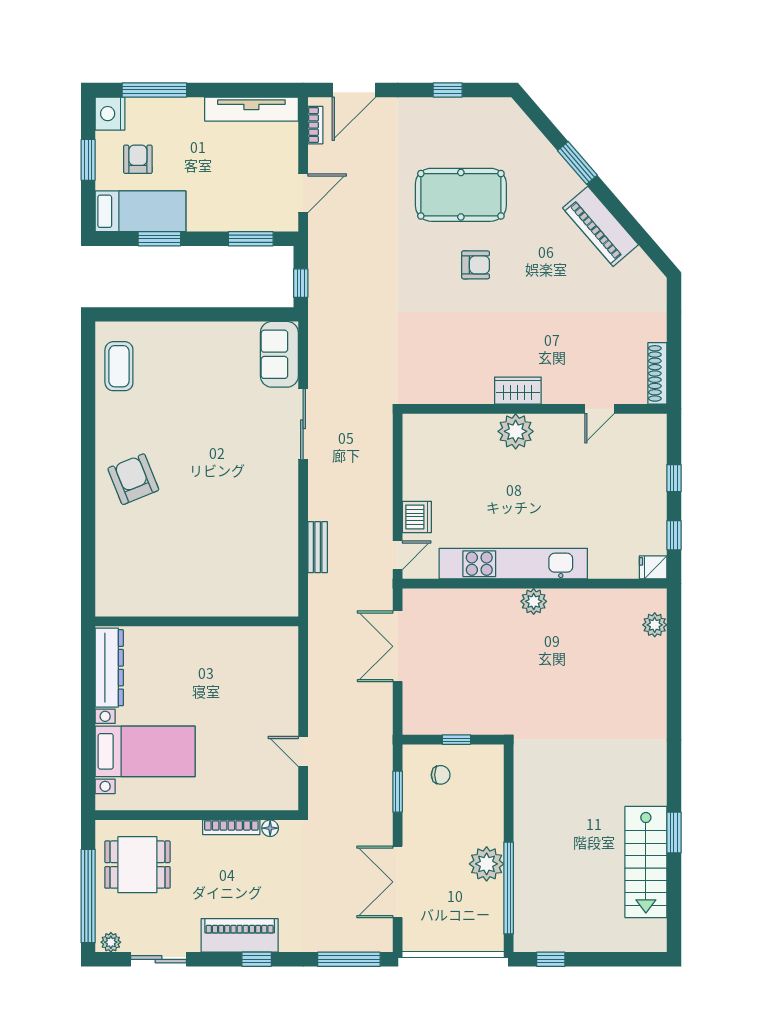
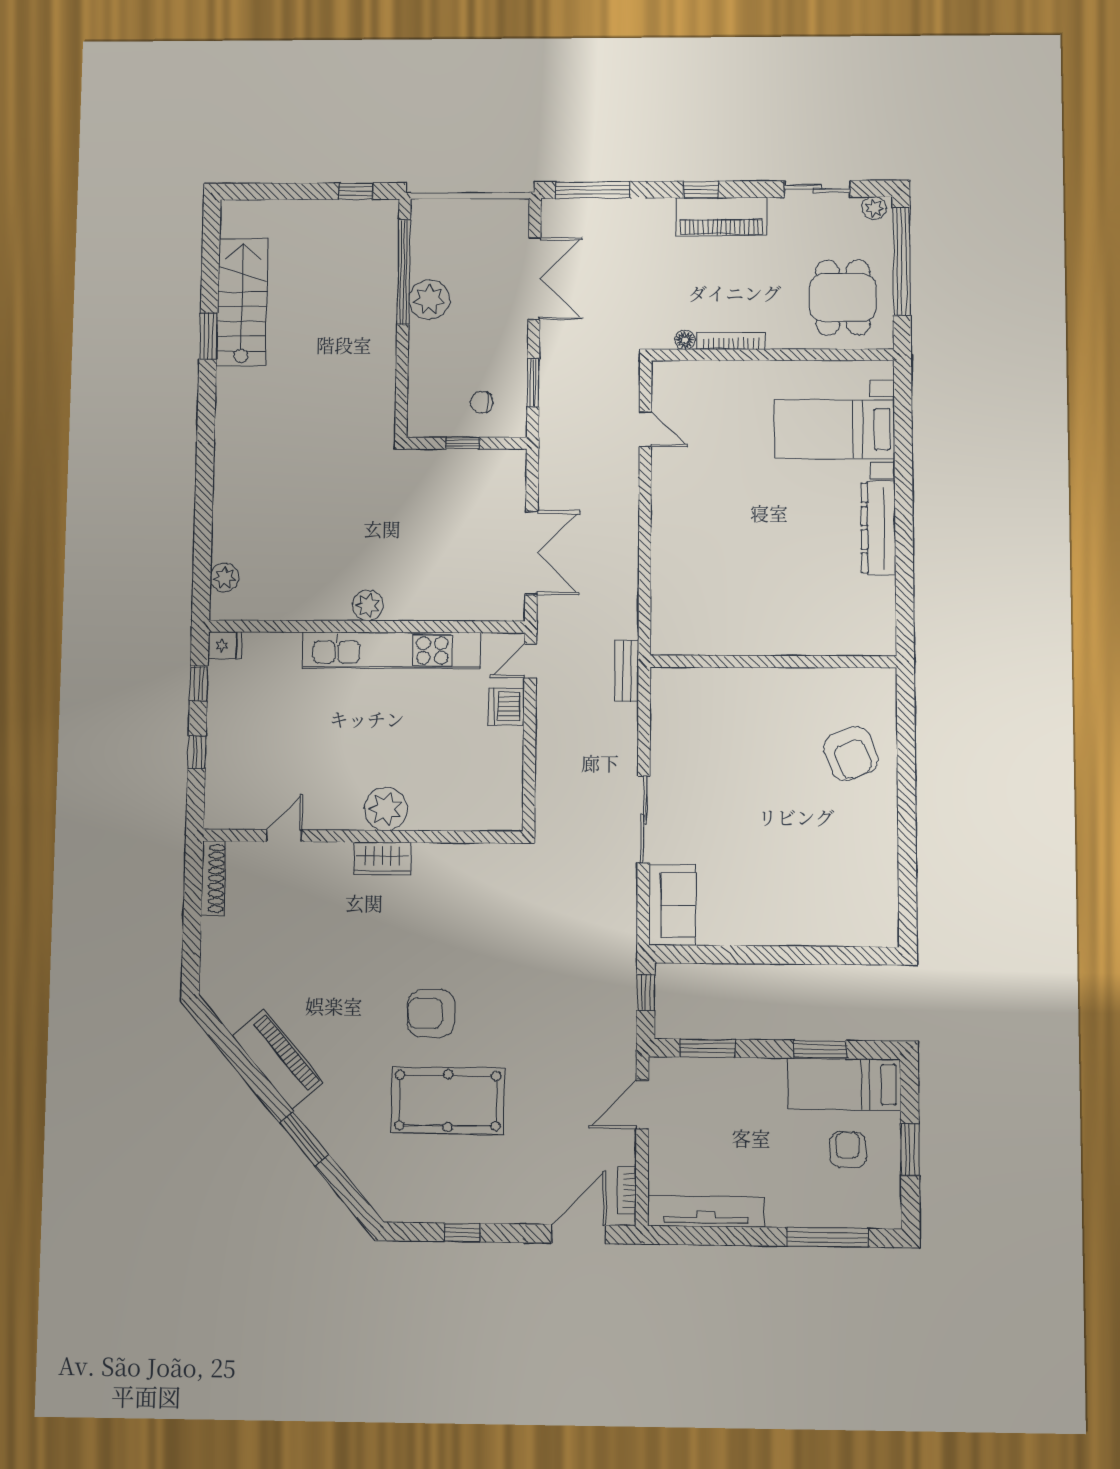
nightstand: (110, 114) -> (883, 1208), removed
armchair: (138, 159) -> (848, 1150), turned 180
armchair: (476, 265) -> (431, 1013), width x1.38, depth x1.38
coffee table: (119, 366) -> (869, 892), removed
wall: (197, 621) -> (773, 662), moved
dining table: (137, 865) -> (843, 298), turned 90

